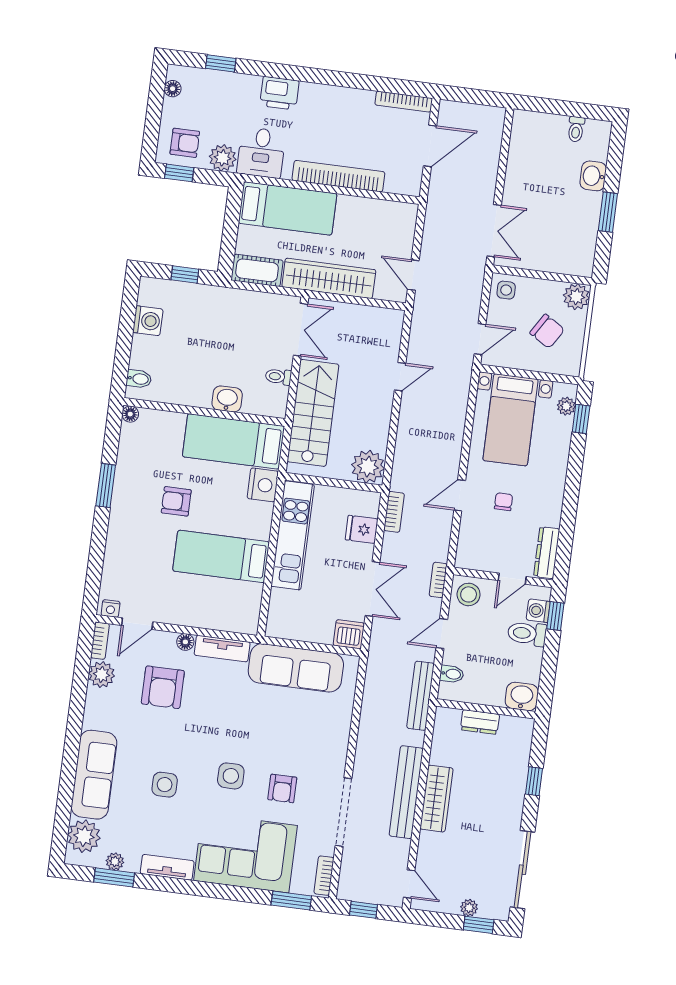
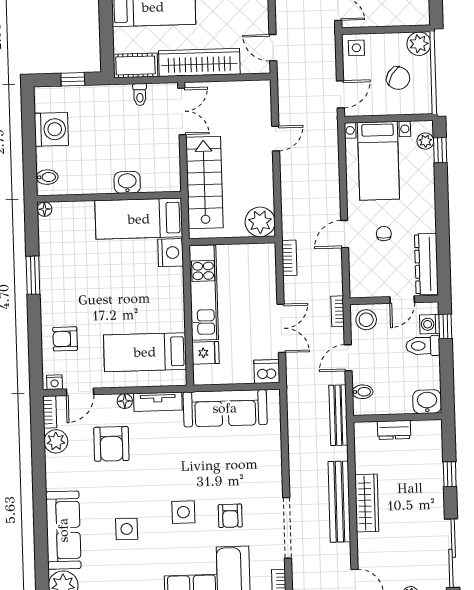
washing machine: (148, 321) -> (51, 129), width x1.37, depth x1.37
toilet: (278, 377) -> (140, 95), moved, turned -90
armchair: (176, 501) -> (65, 339), moved
fridge: (362, 529) -> (205, 353), moved, turned 180
dresser: (547, 553) -> (426, 264), width x1.37, depth x1.24
bed: (221, 556) -> (145, 352), moved

